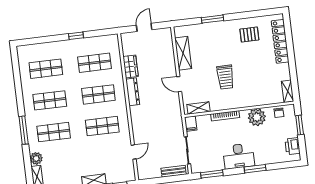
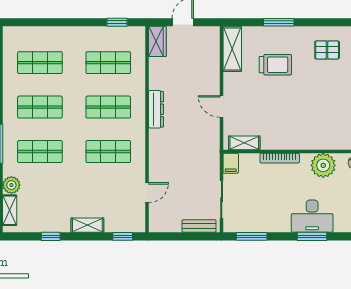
window: (76, 36) -> (117, 22), moved
shelving: (183, 53) -> (232, 49), moved
wardrobe: (131, 67) -> (157, 41), moved
trolley: (225, 77) -> (275, 65), moved, turned -90
desk: (239, 156) -> (312, 216), moved

